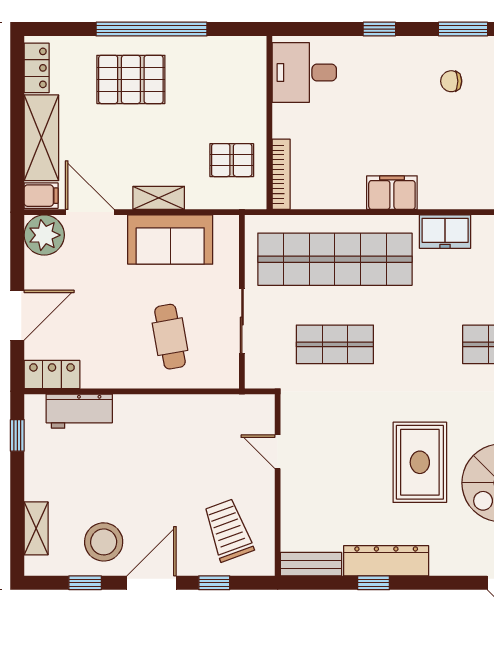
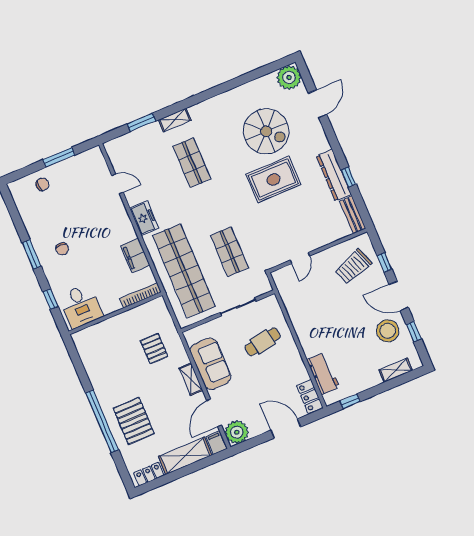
desk: (304, 73) -> (81, 306), moved
wall: (269, 123) -> (116, 313), moved
bookcase: (281, 174) -> (141, 295), moved

